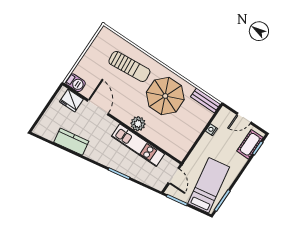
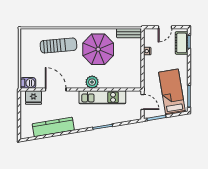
kitchen counter: (71, 142) -> (53, 127), width x1.50

